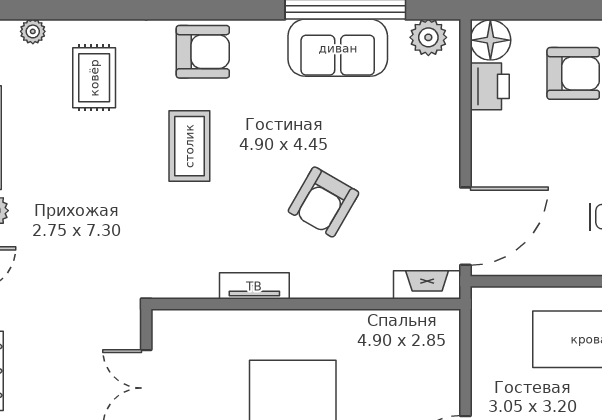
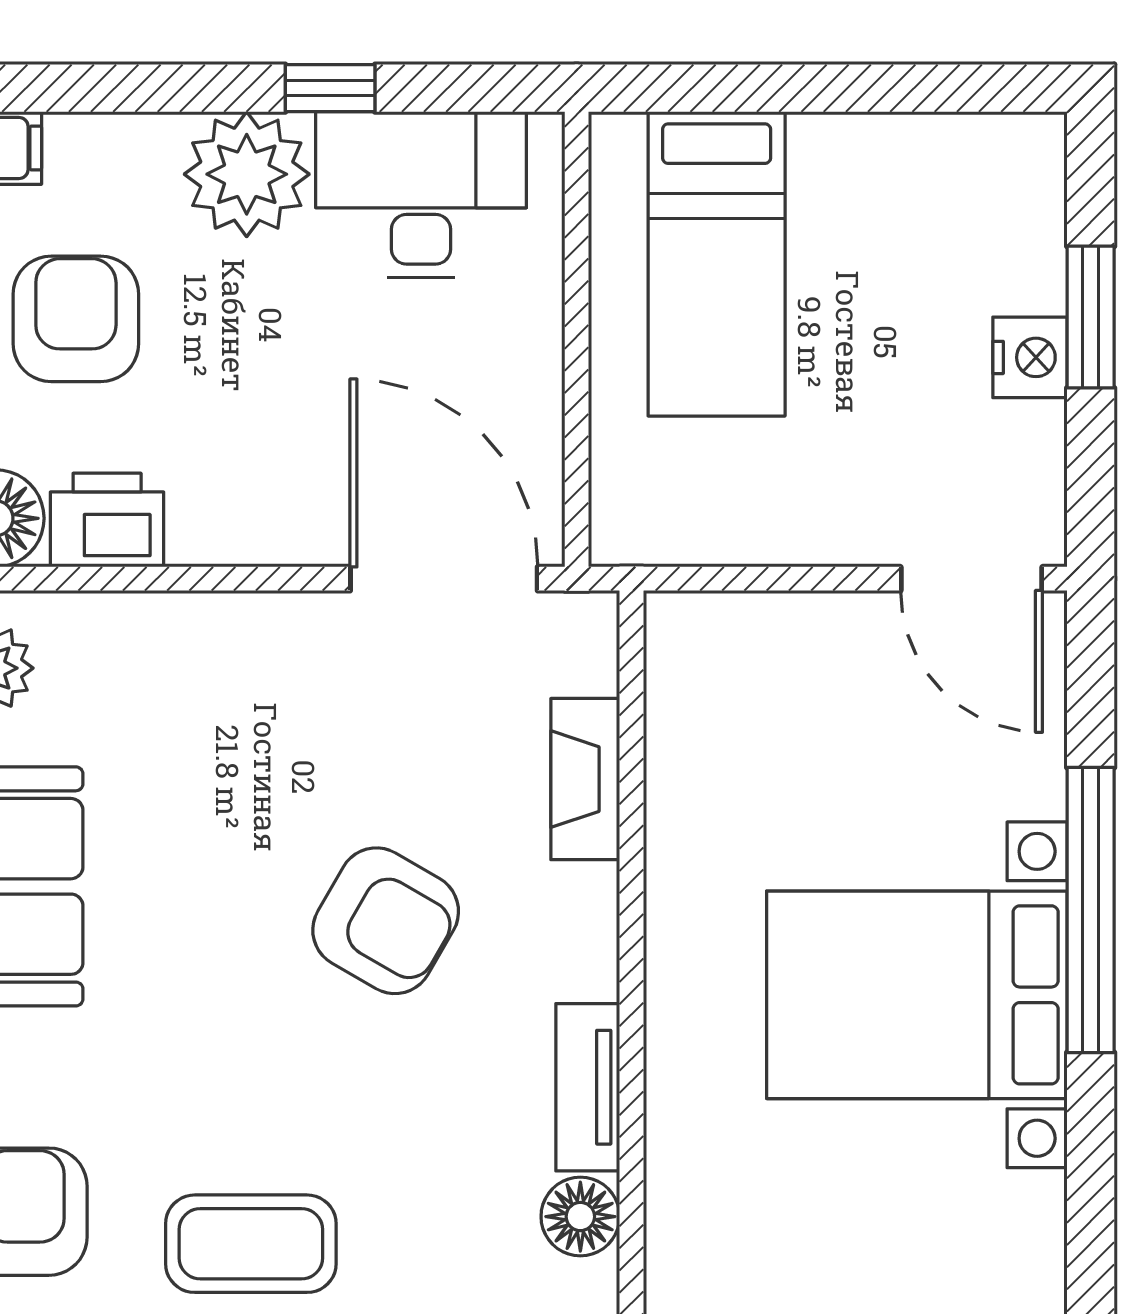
floor lamp: (201, 283) -> (580, 1217), added
fireplace: (427, 285) -> (585, 779), moved

